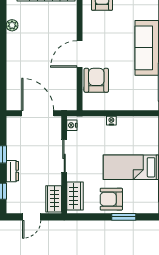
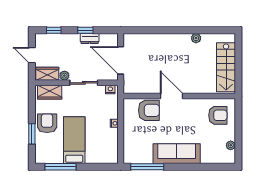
door: (38, 113) -> (121, 60), swing flipped
dresser: (12, 171) -> (90, 38), moved
plant: (56, 179) -> (64, 76), added

